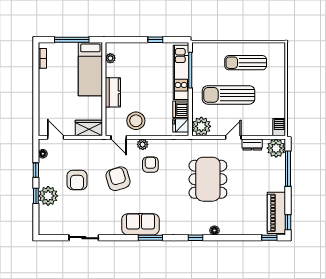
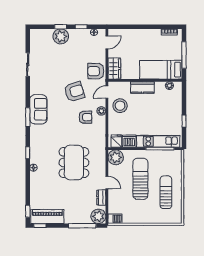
dining table: (208, 179) -> (74, 163), turned 90
armchair: (77, 180) -> (96, 71), moved

